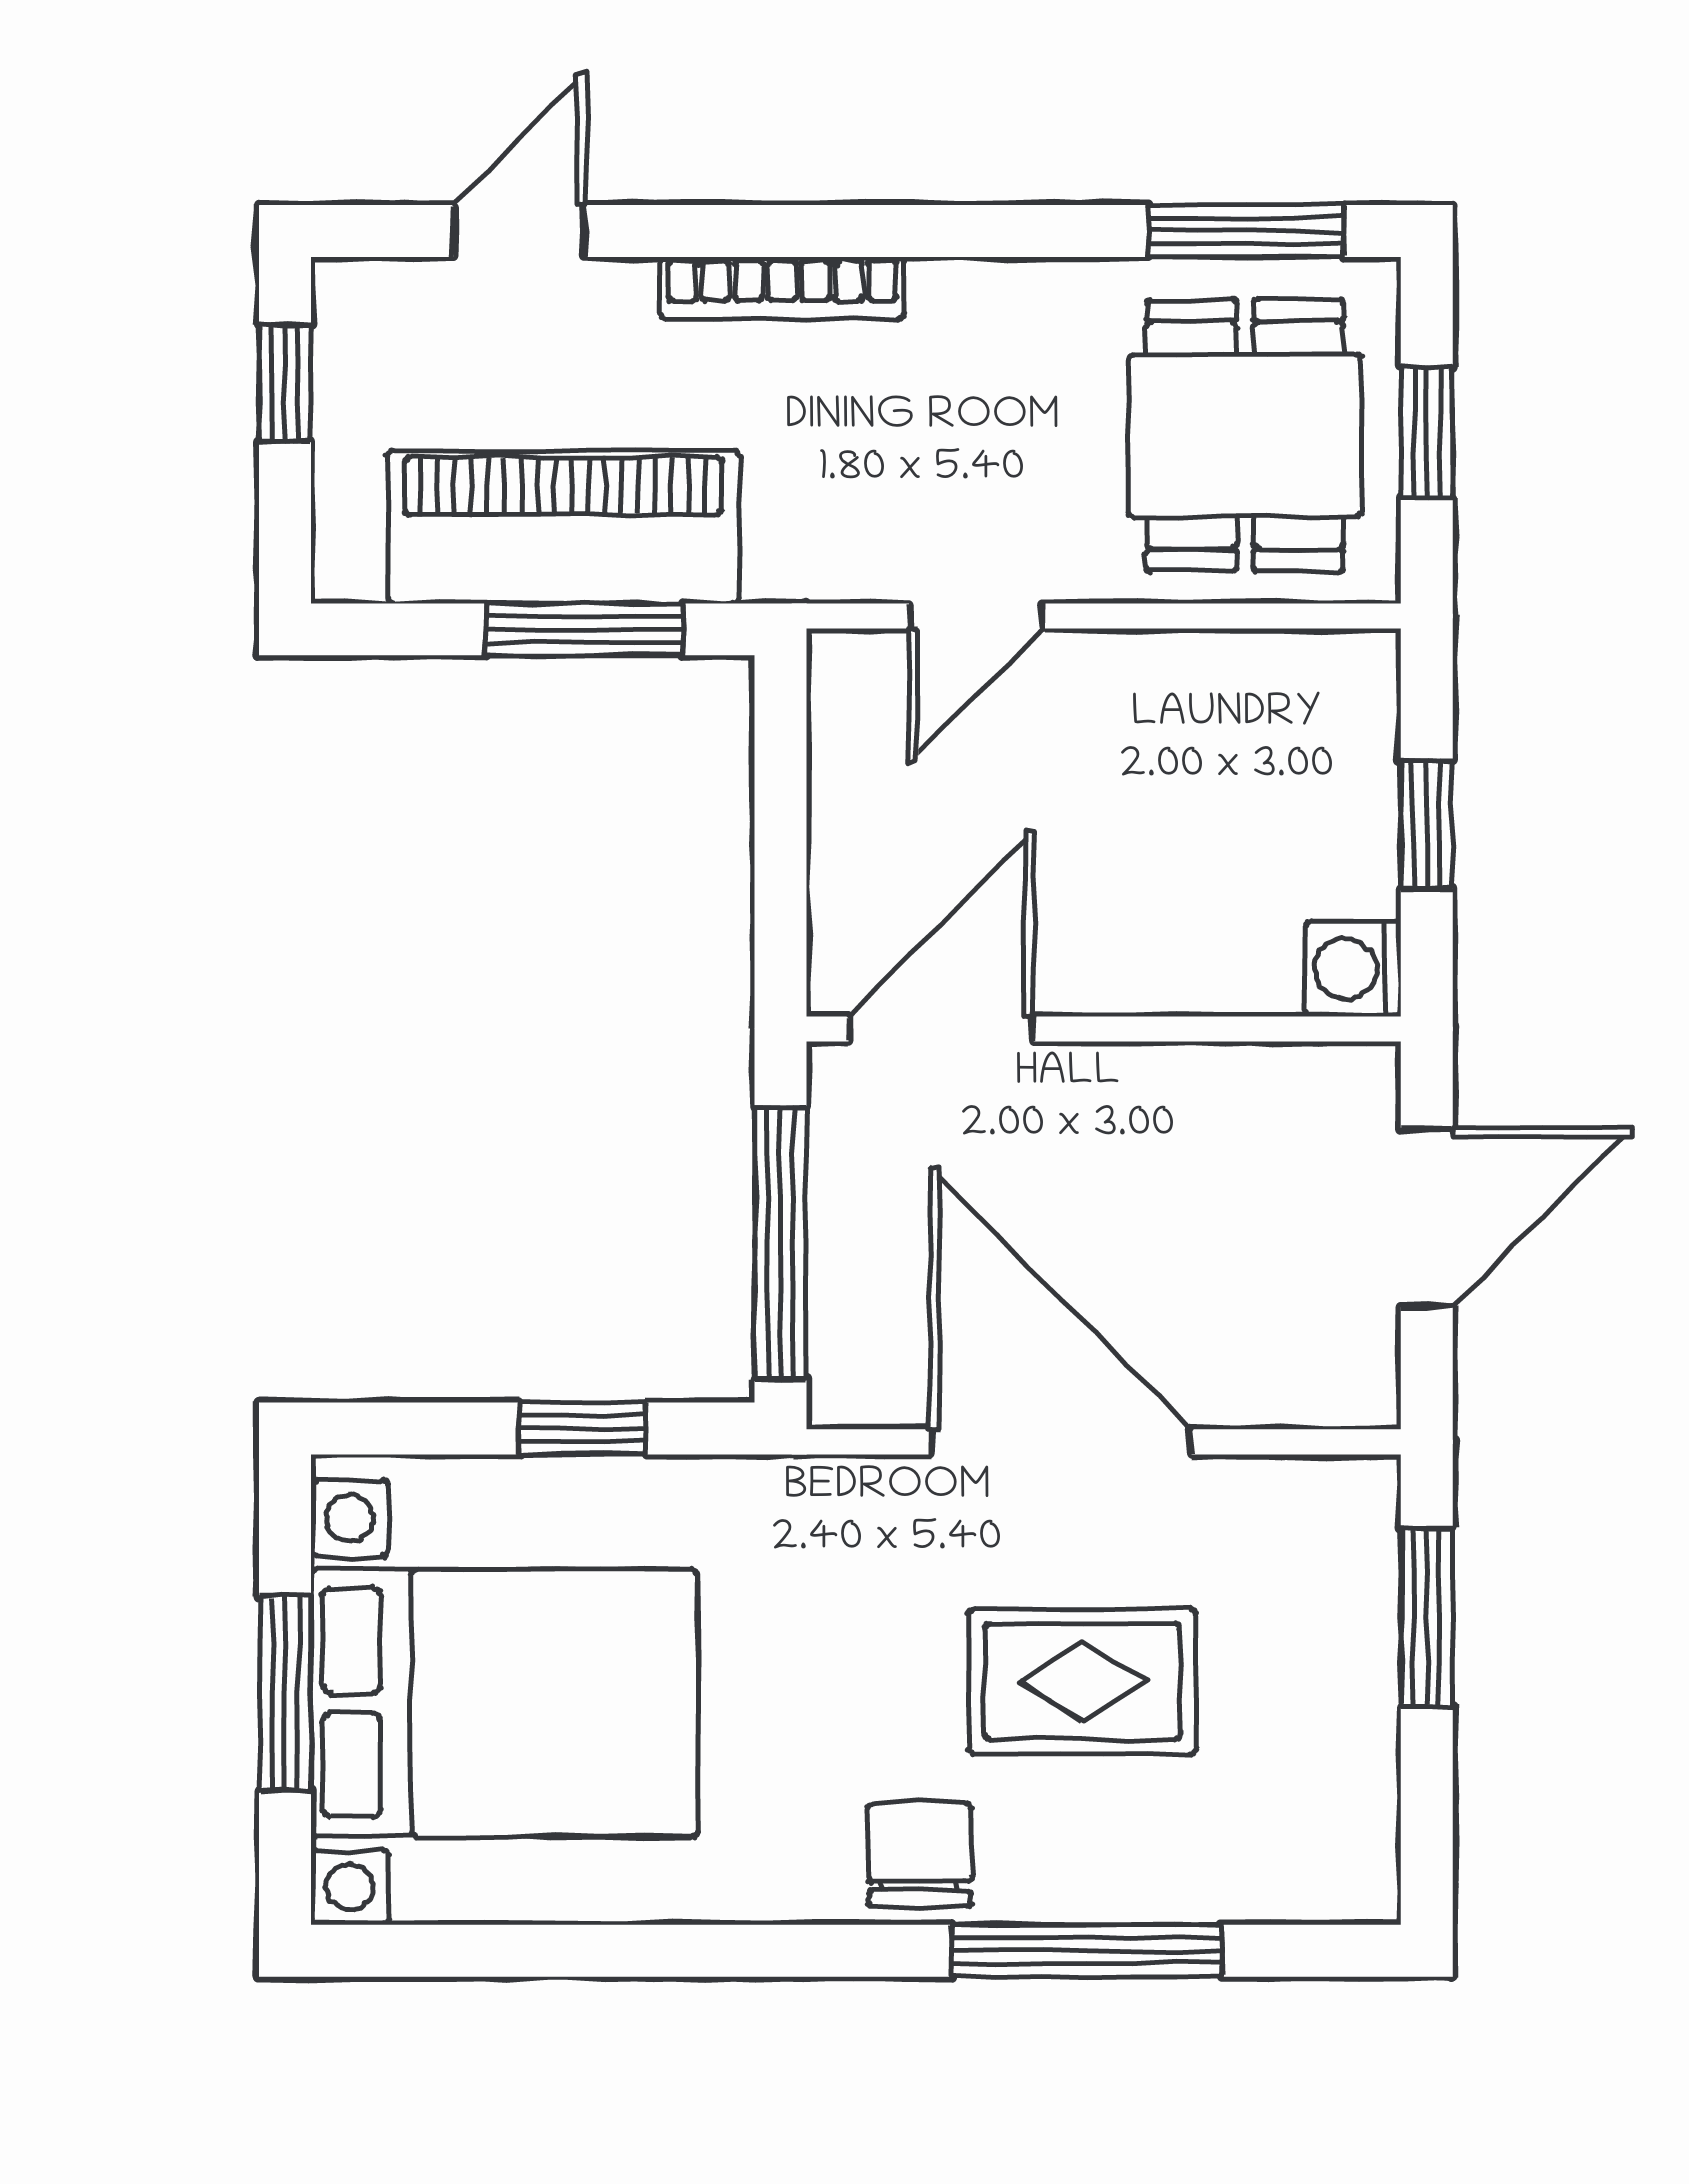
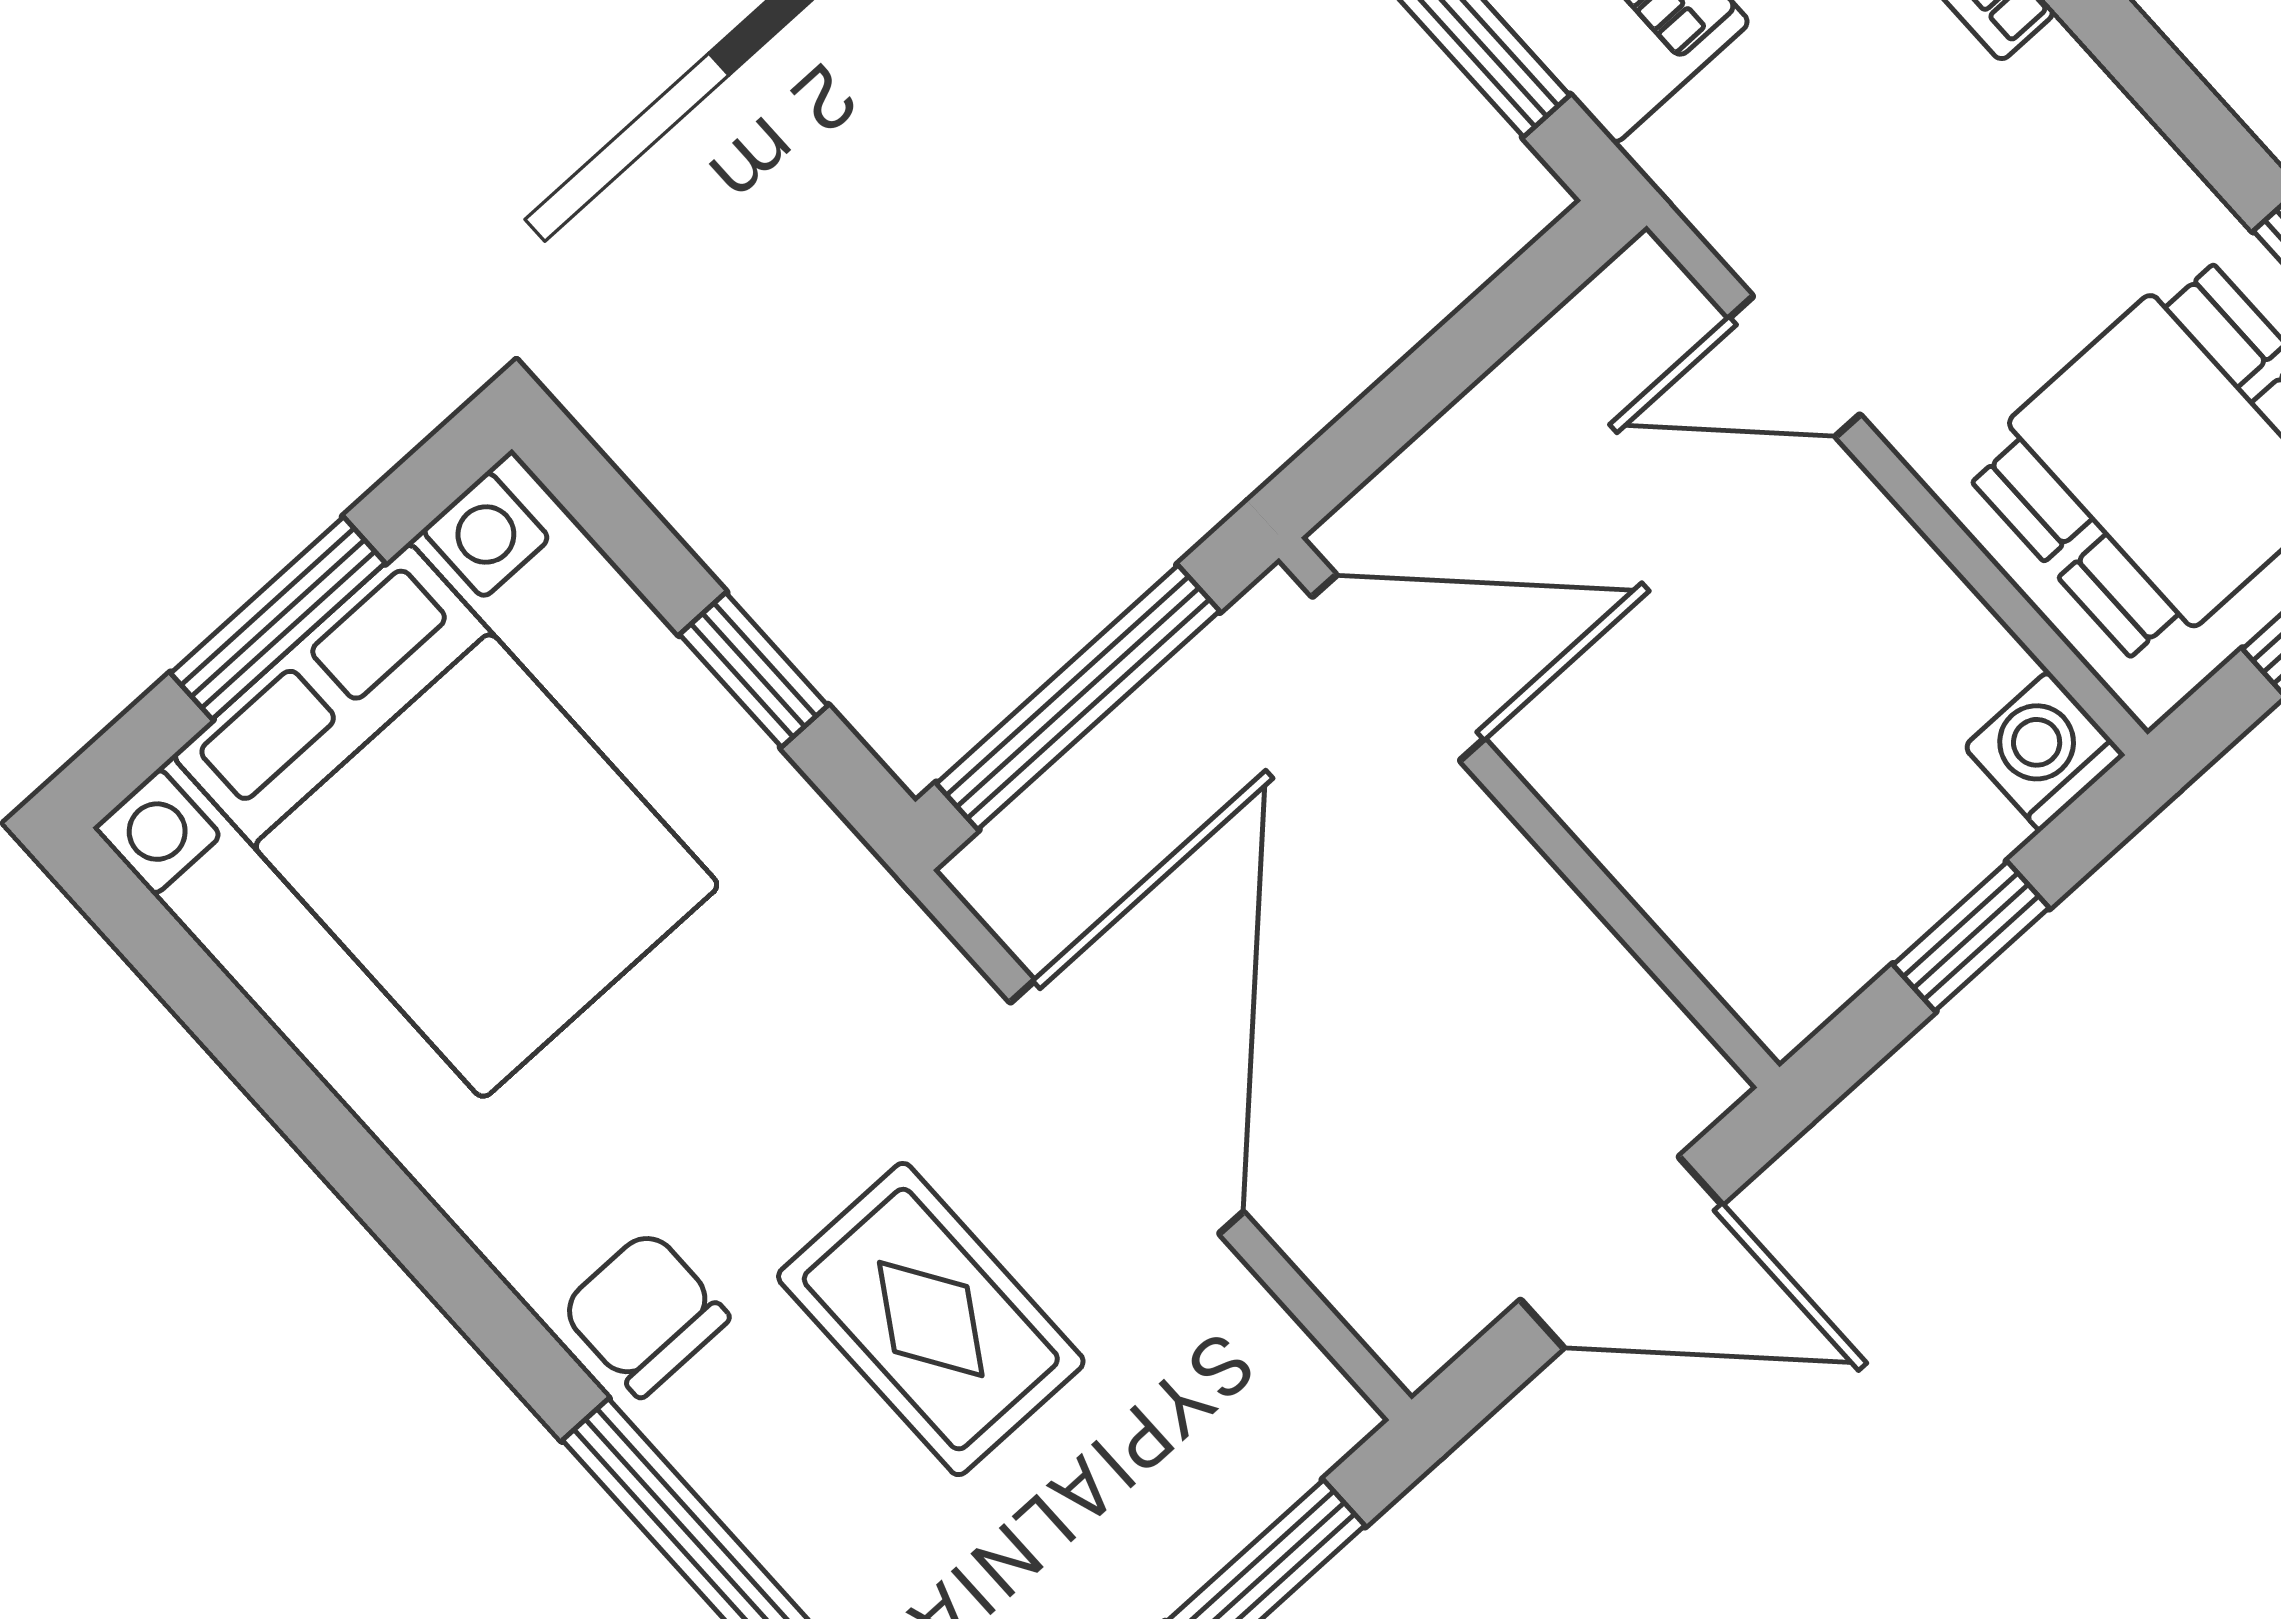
washing machine: (1353, 969) -> (2044, 751), moved
chair: (919, 1855) -> (645, 1313), turned -90

